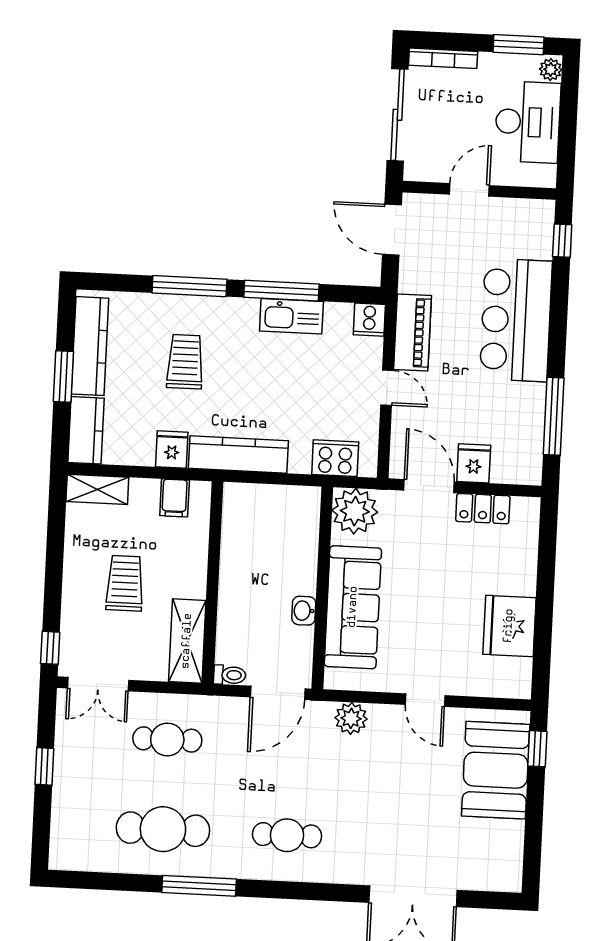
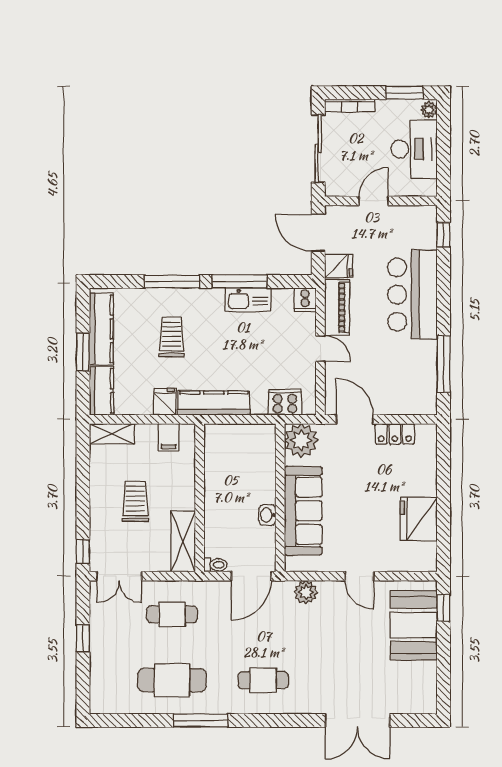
fridge: (474, 463) -> (339, 266), moved, turned 90

